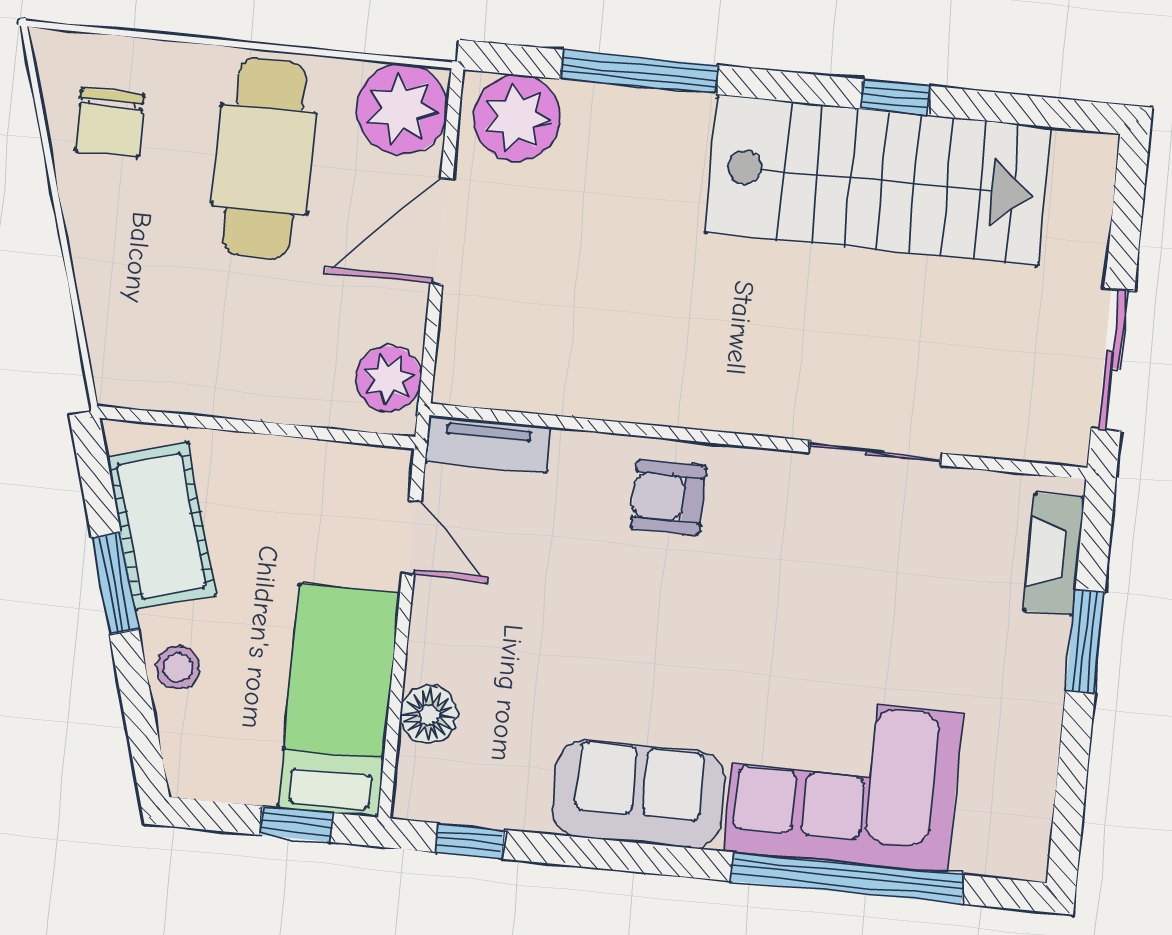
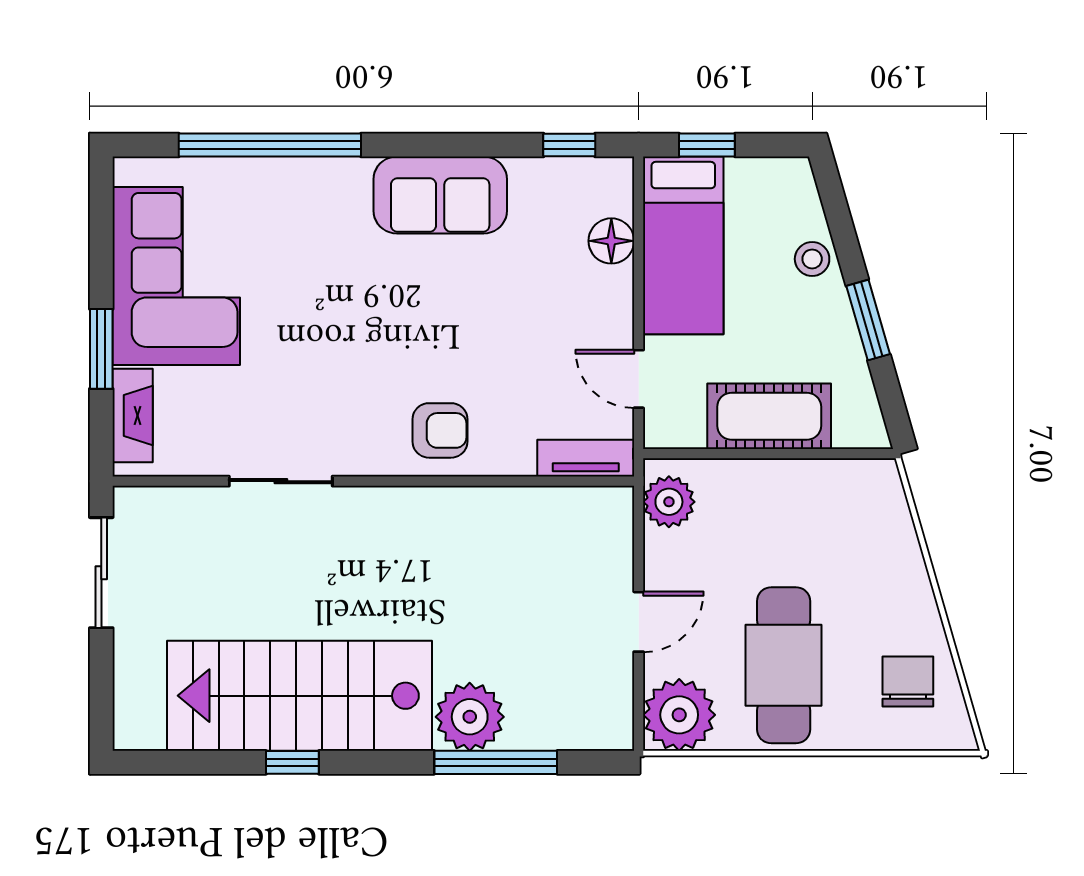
plant: (517, 118) -> (470, 717), moved
door: (442, 231) -> (639, 622), width x0.73
cot: (161, 526) -> (769, 416), moved, turned -74
corner sofa: (843, 782) -> (176, 276), moved, turned -90

